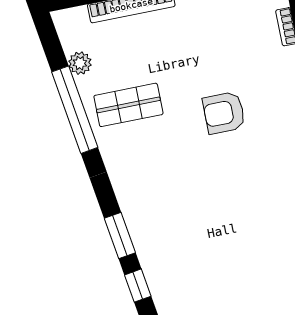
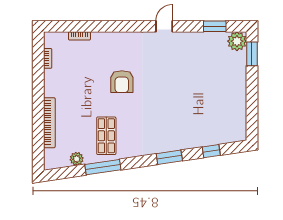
window: (75, 110) -> (103, 167), width x0.68
window: (120, 235) -> (169, 157), moved

